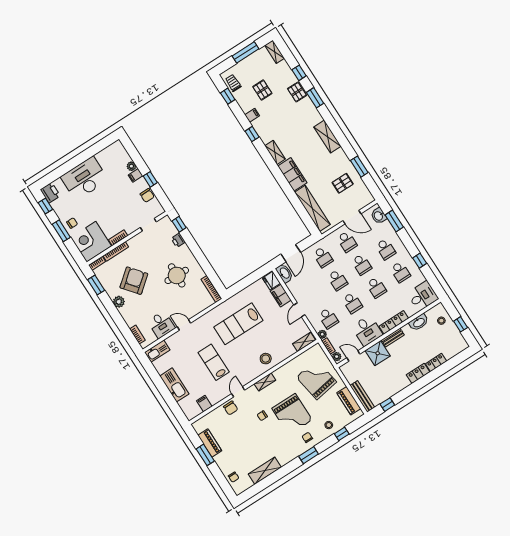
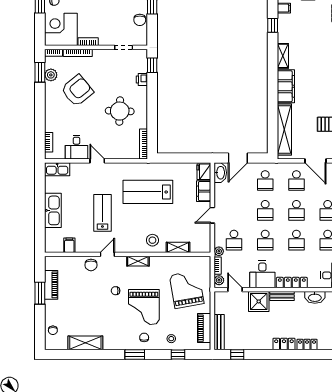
plant: (119, 302) -> (51, 75), moved
shelving: (304, 342) -> (178, 247), moved

